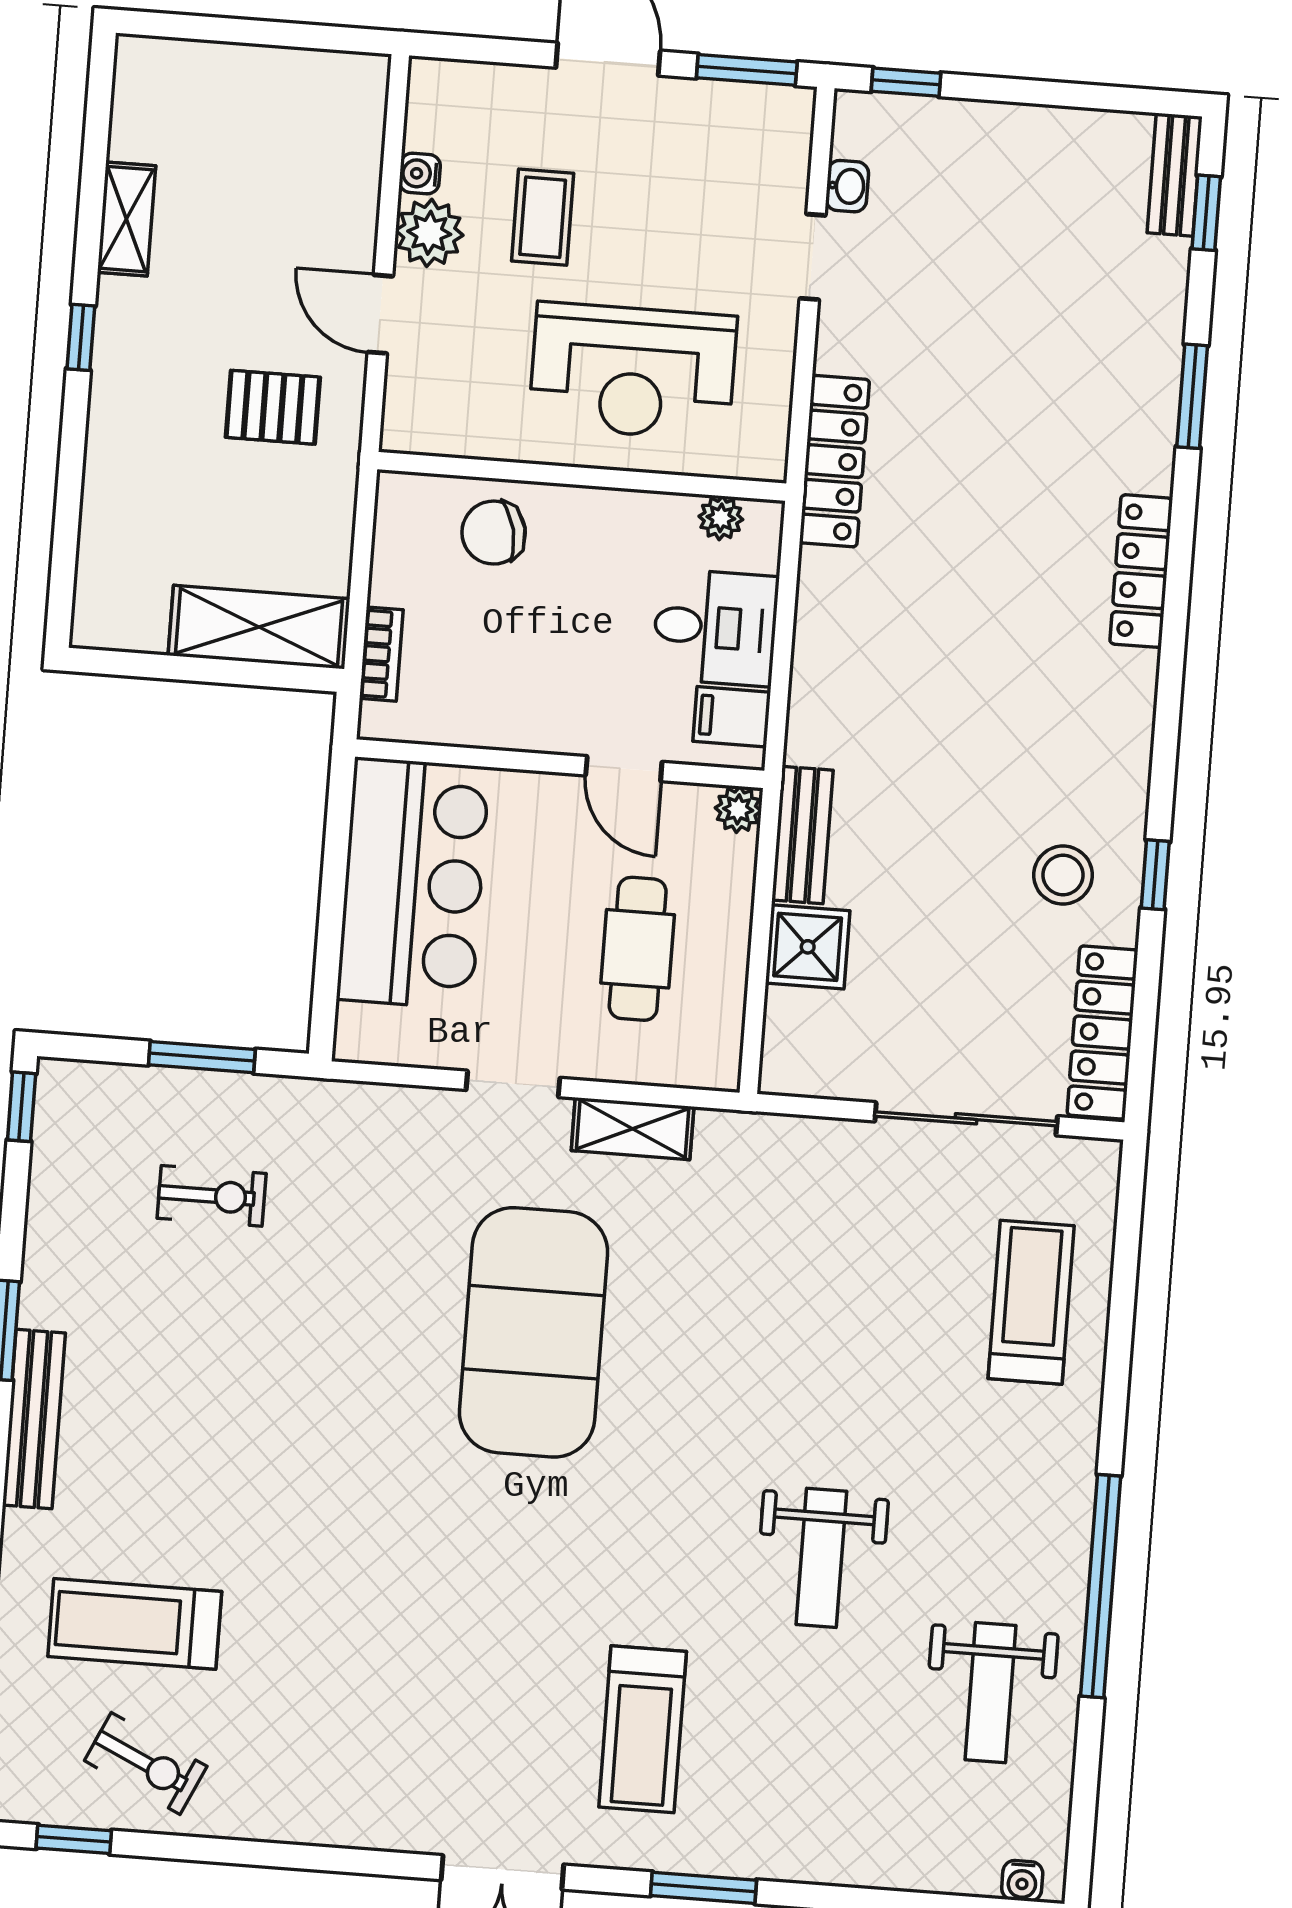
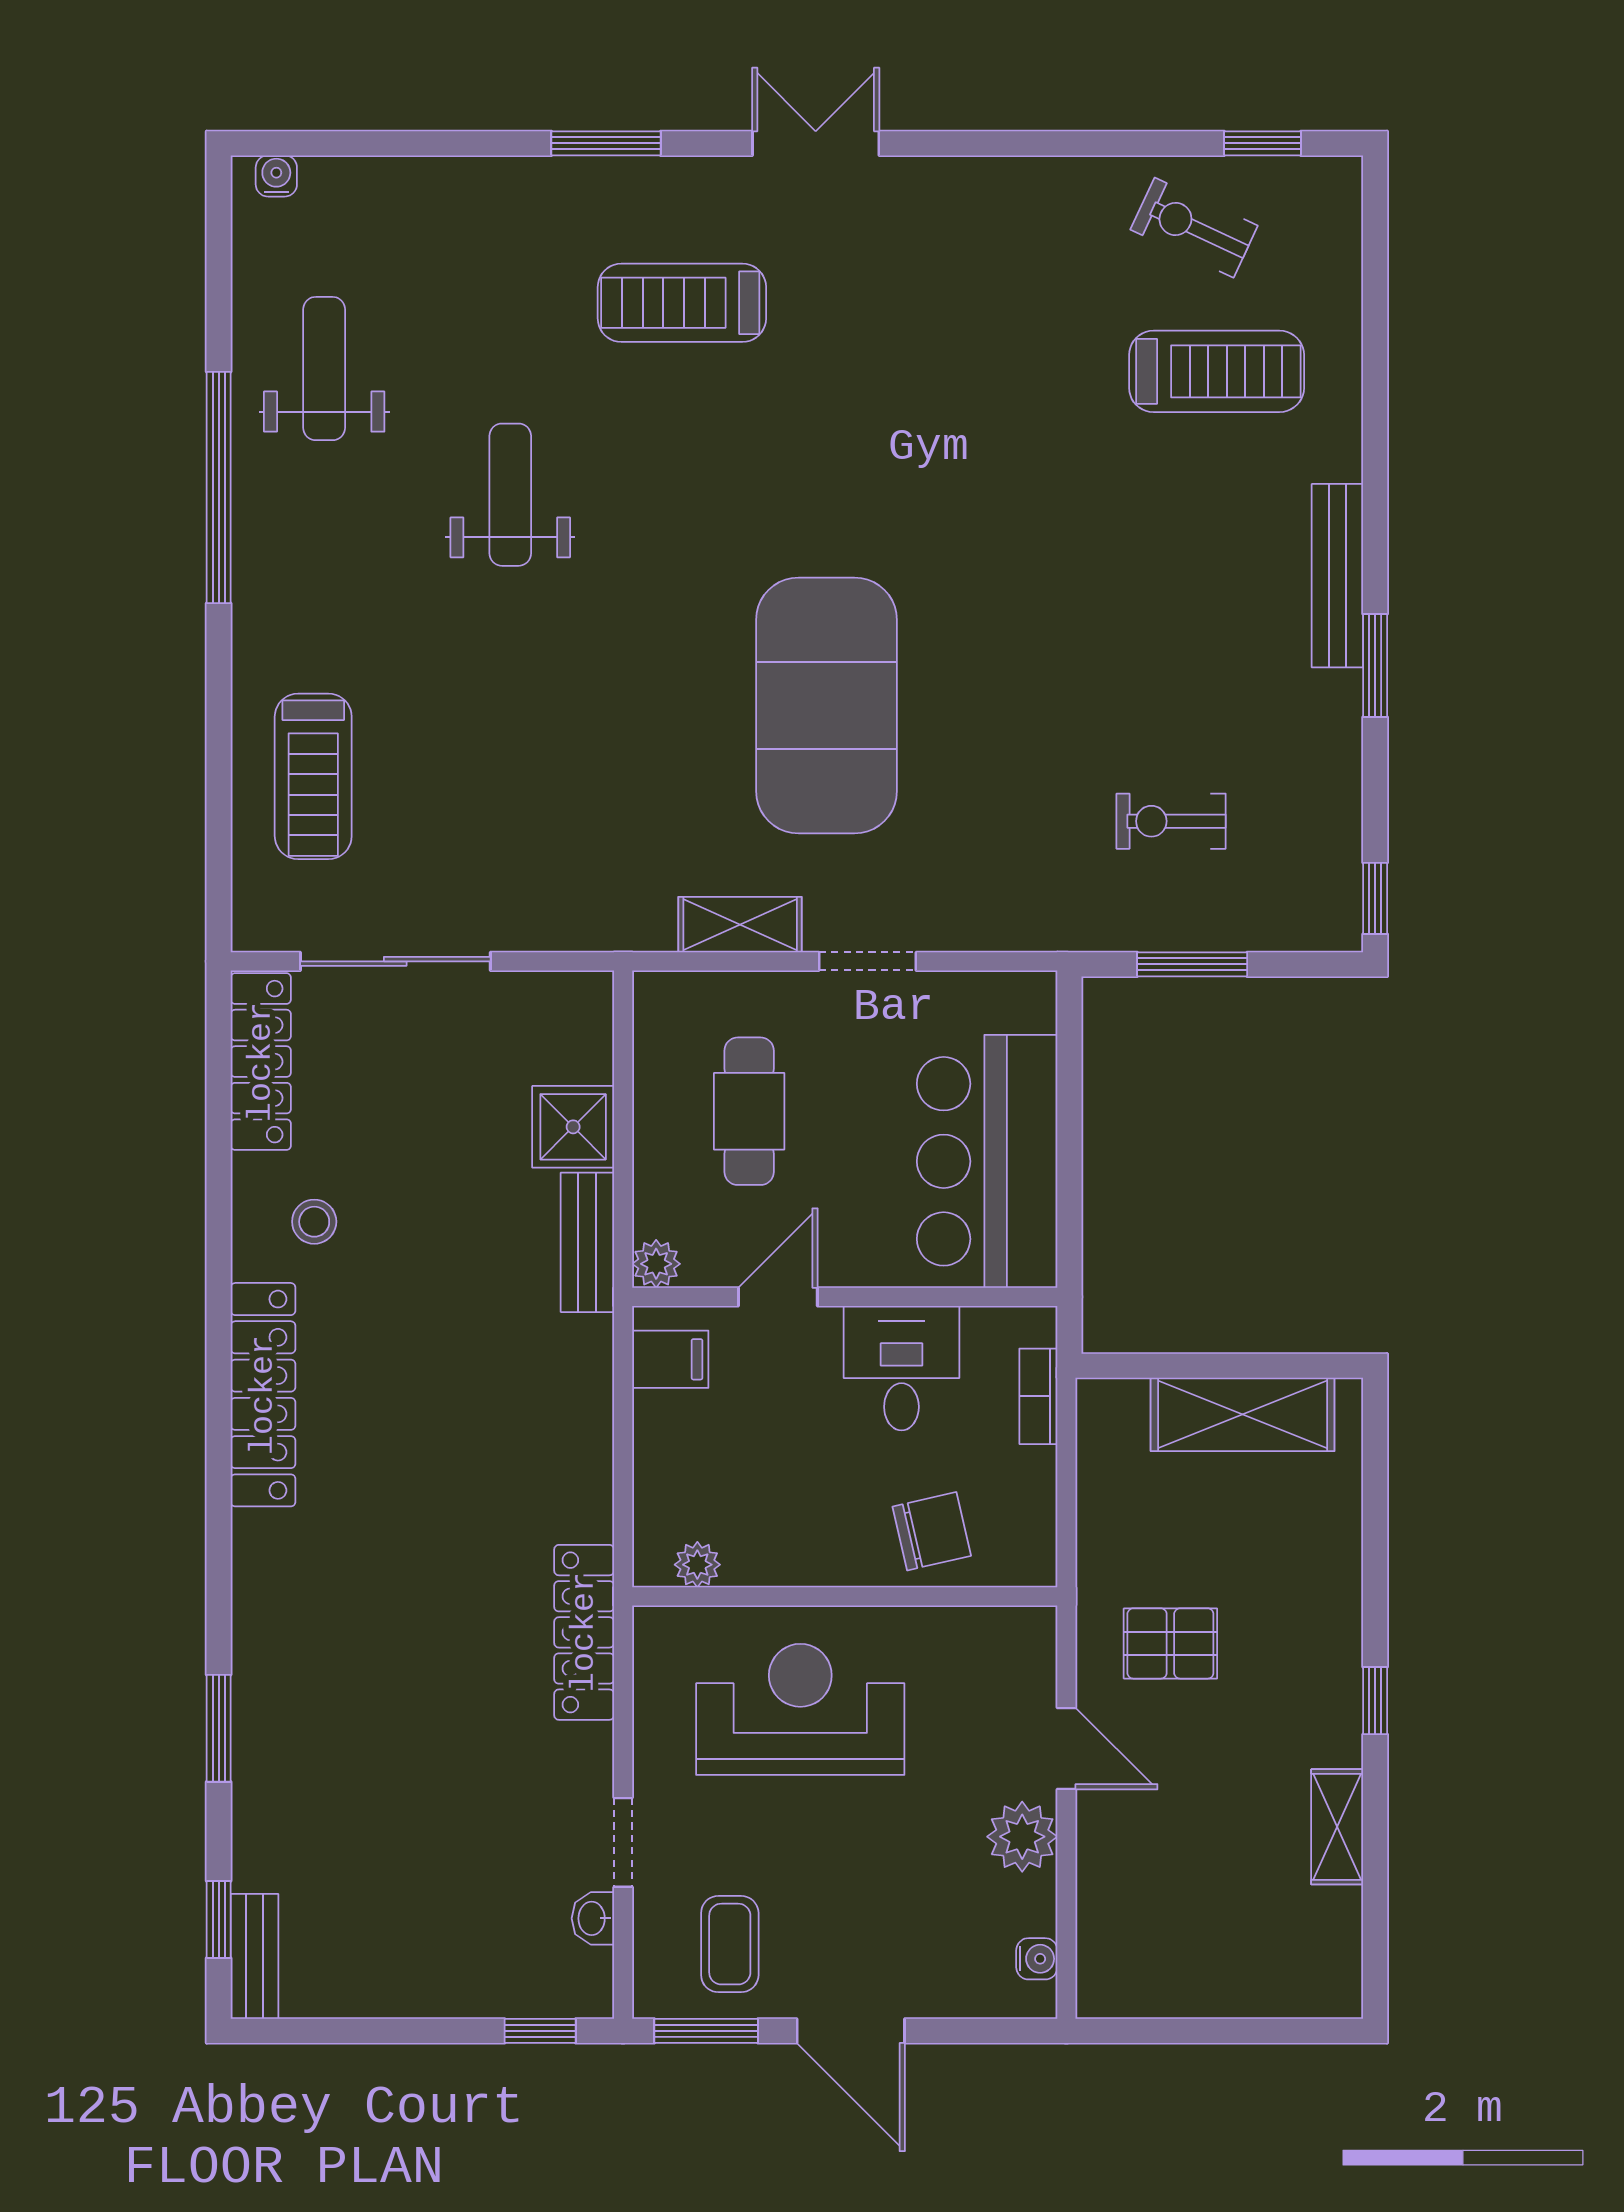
water cooler: (420, 174) -> (1037, 1959), moved
coffee table: (543, 217) -> (730, 1944), moved
locker: (1141, 571) -> (263, 1395), moved, width x1.41, depth x1.21
shelving: (259, 627) -> (1243, 1414), moved
desk: (715, 627) -> (901, 1368), moved, turned 90
door: (624, 769) -> (778, 1297), hinge flipped
stool: (1063, 875) -> (314, 1222), width x0.73, depth x0.73
window: (1155, 875) -> (219, 1229), removed
treadmill: (643, 1729) -> (682, 303), turned -90

